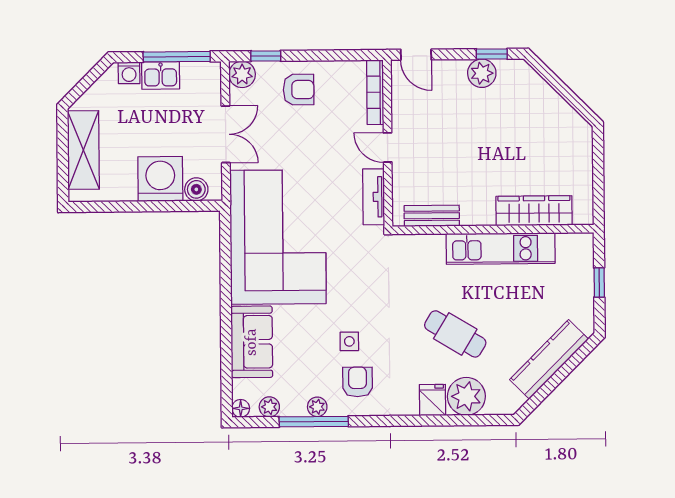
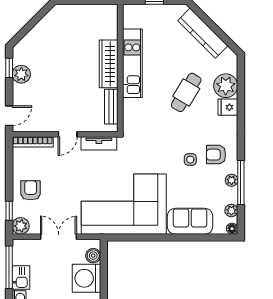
wardrobe: (534, 211) -> (109, 64), moved

